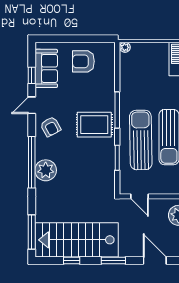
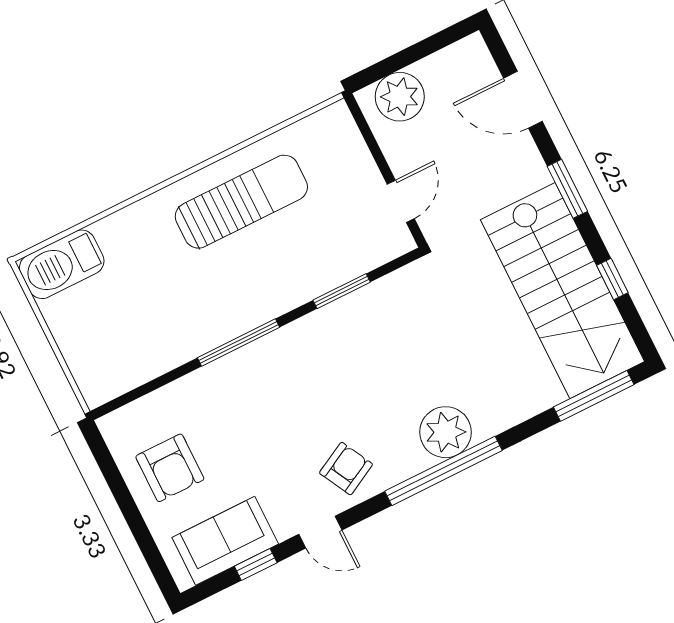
plant: (125, 47) -> (95, 393), removed
rug: (94, 125) -> (295, 376), removed
sun lounger: (141, 140) -> (278, 260), removed
door: (155, 260) -> (523, 100), hinge flipped

